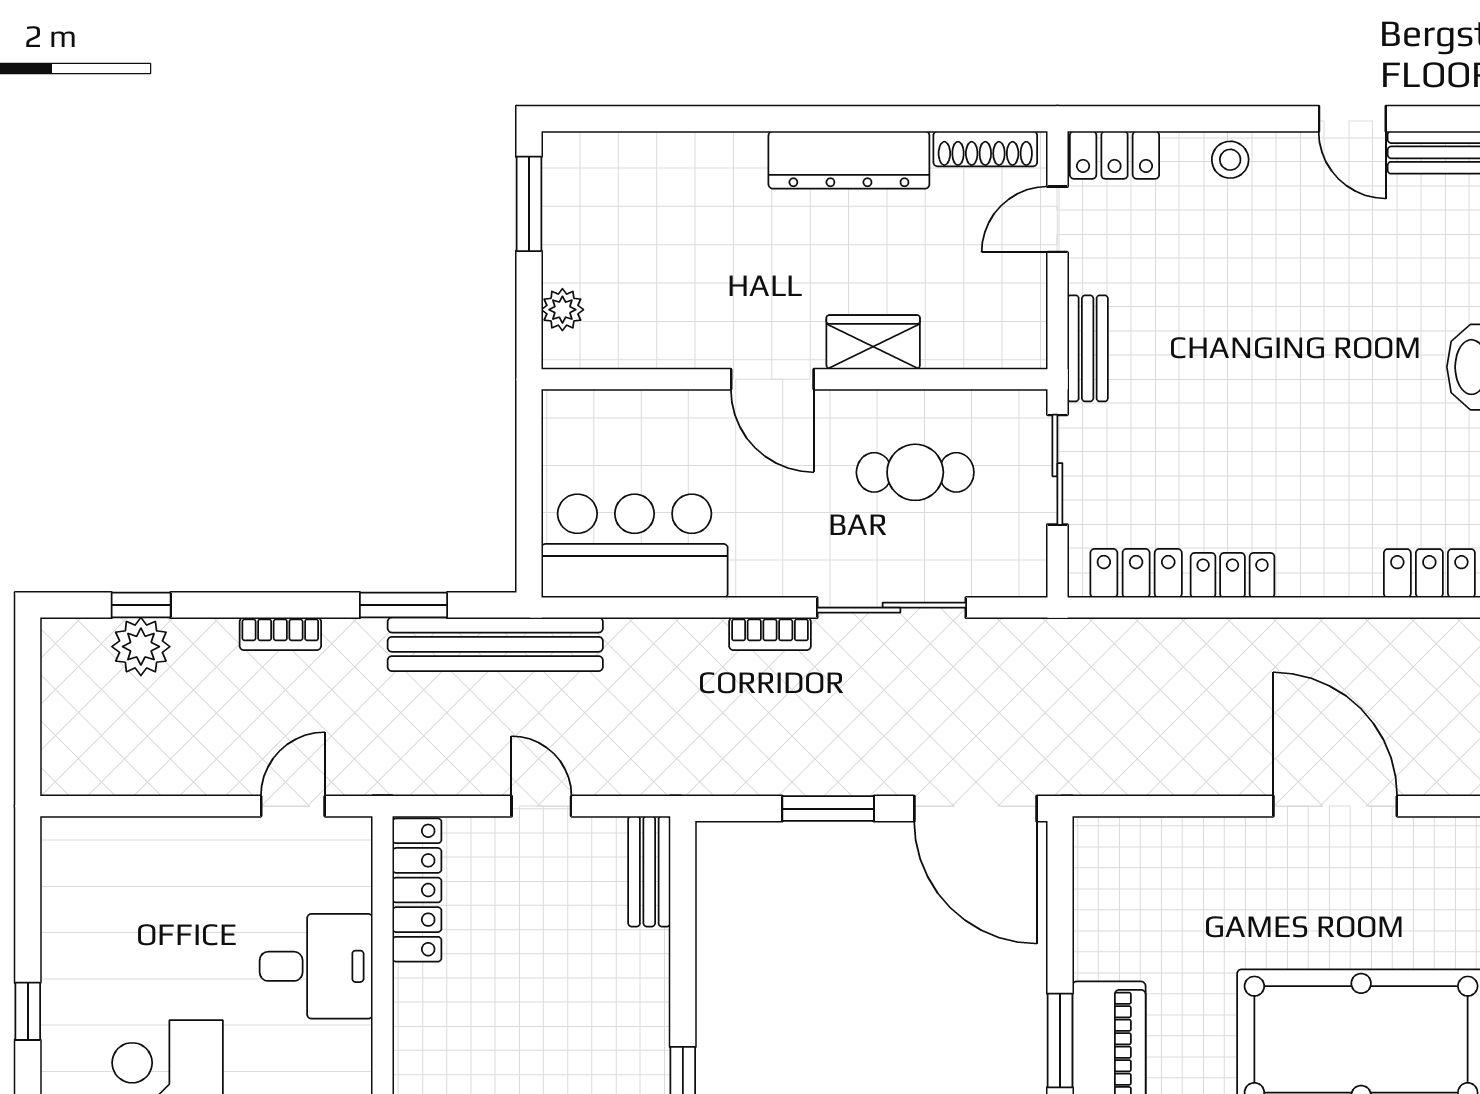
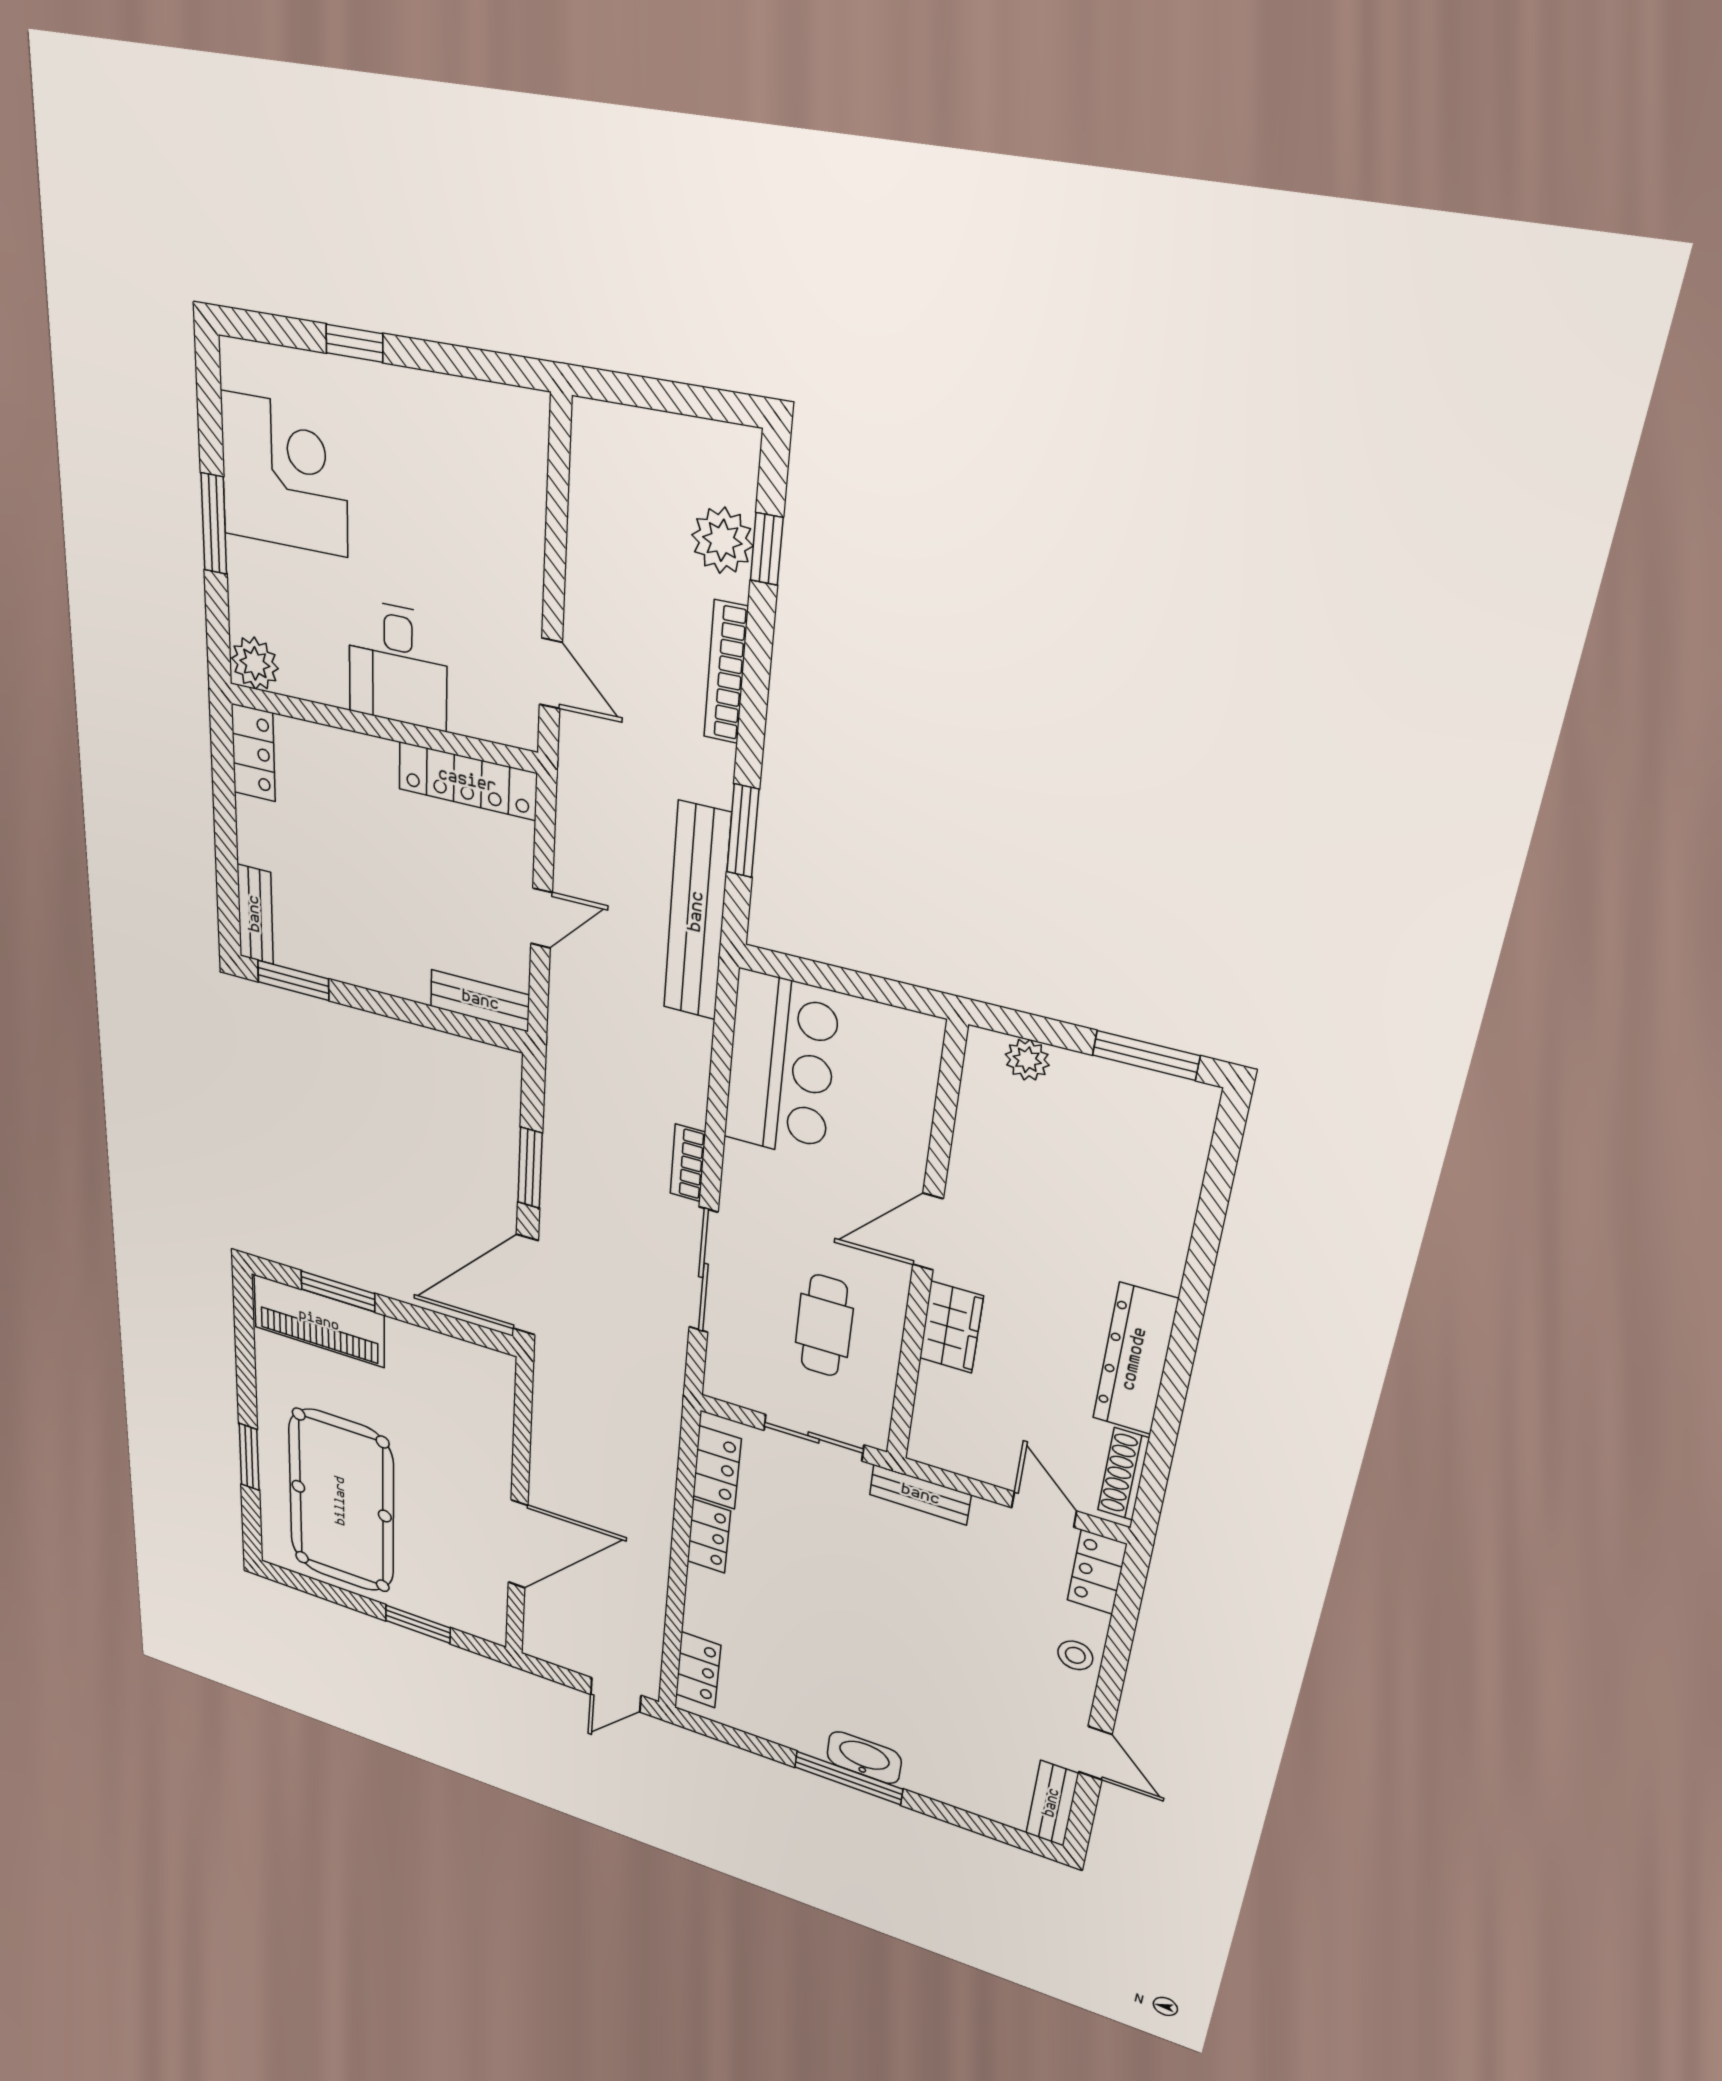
door: (1352, 119) -> (1095, 1753), swing flipped
bookcase: (280, 634) -> (726, 672), width x1.56

